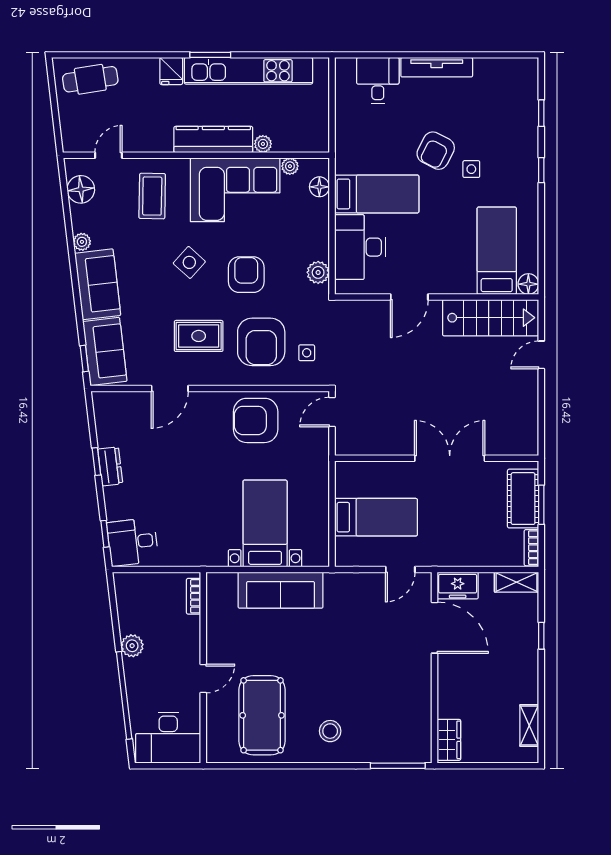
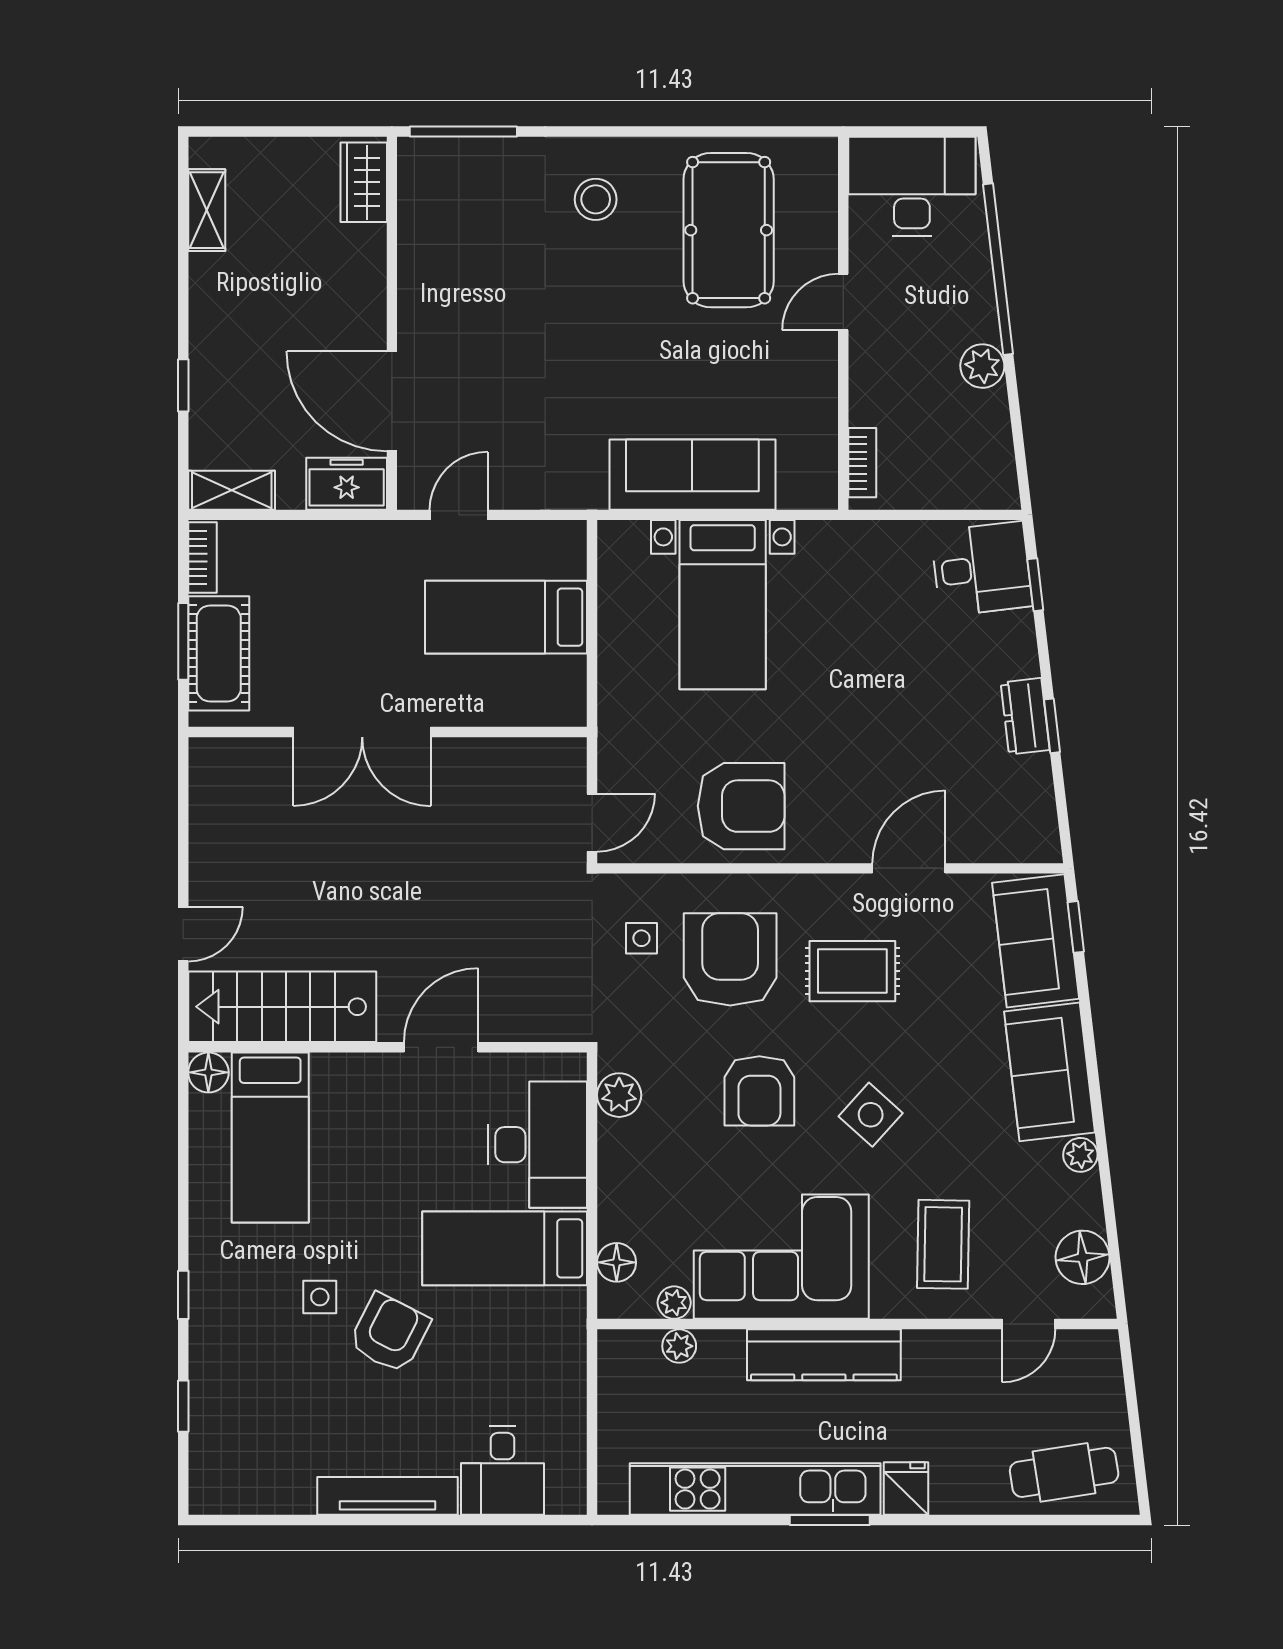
plant: (263, 144) -> (679, 1346), moved

